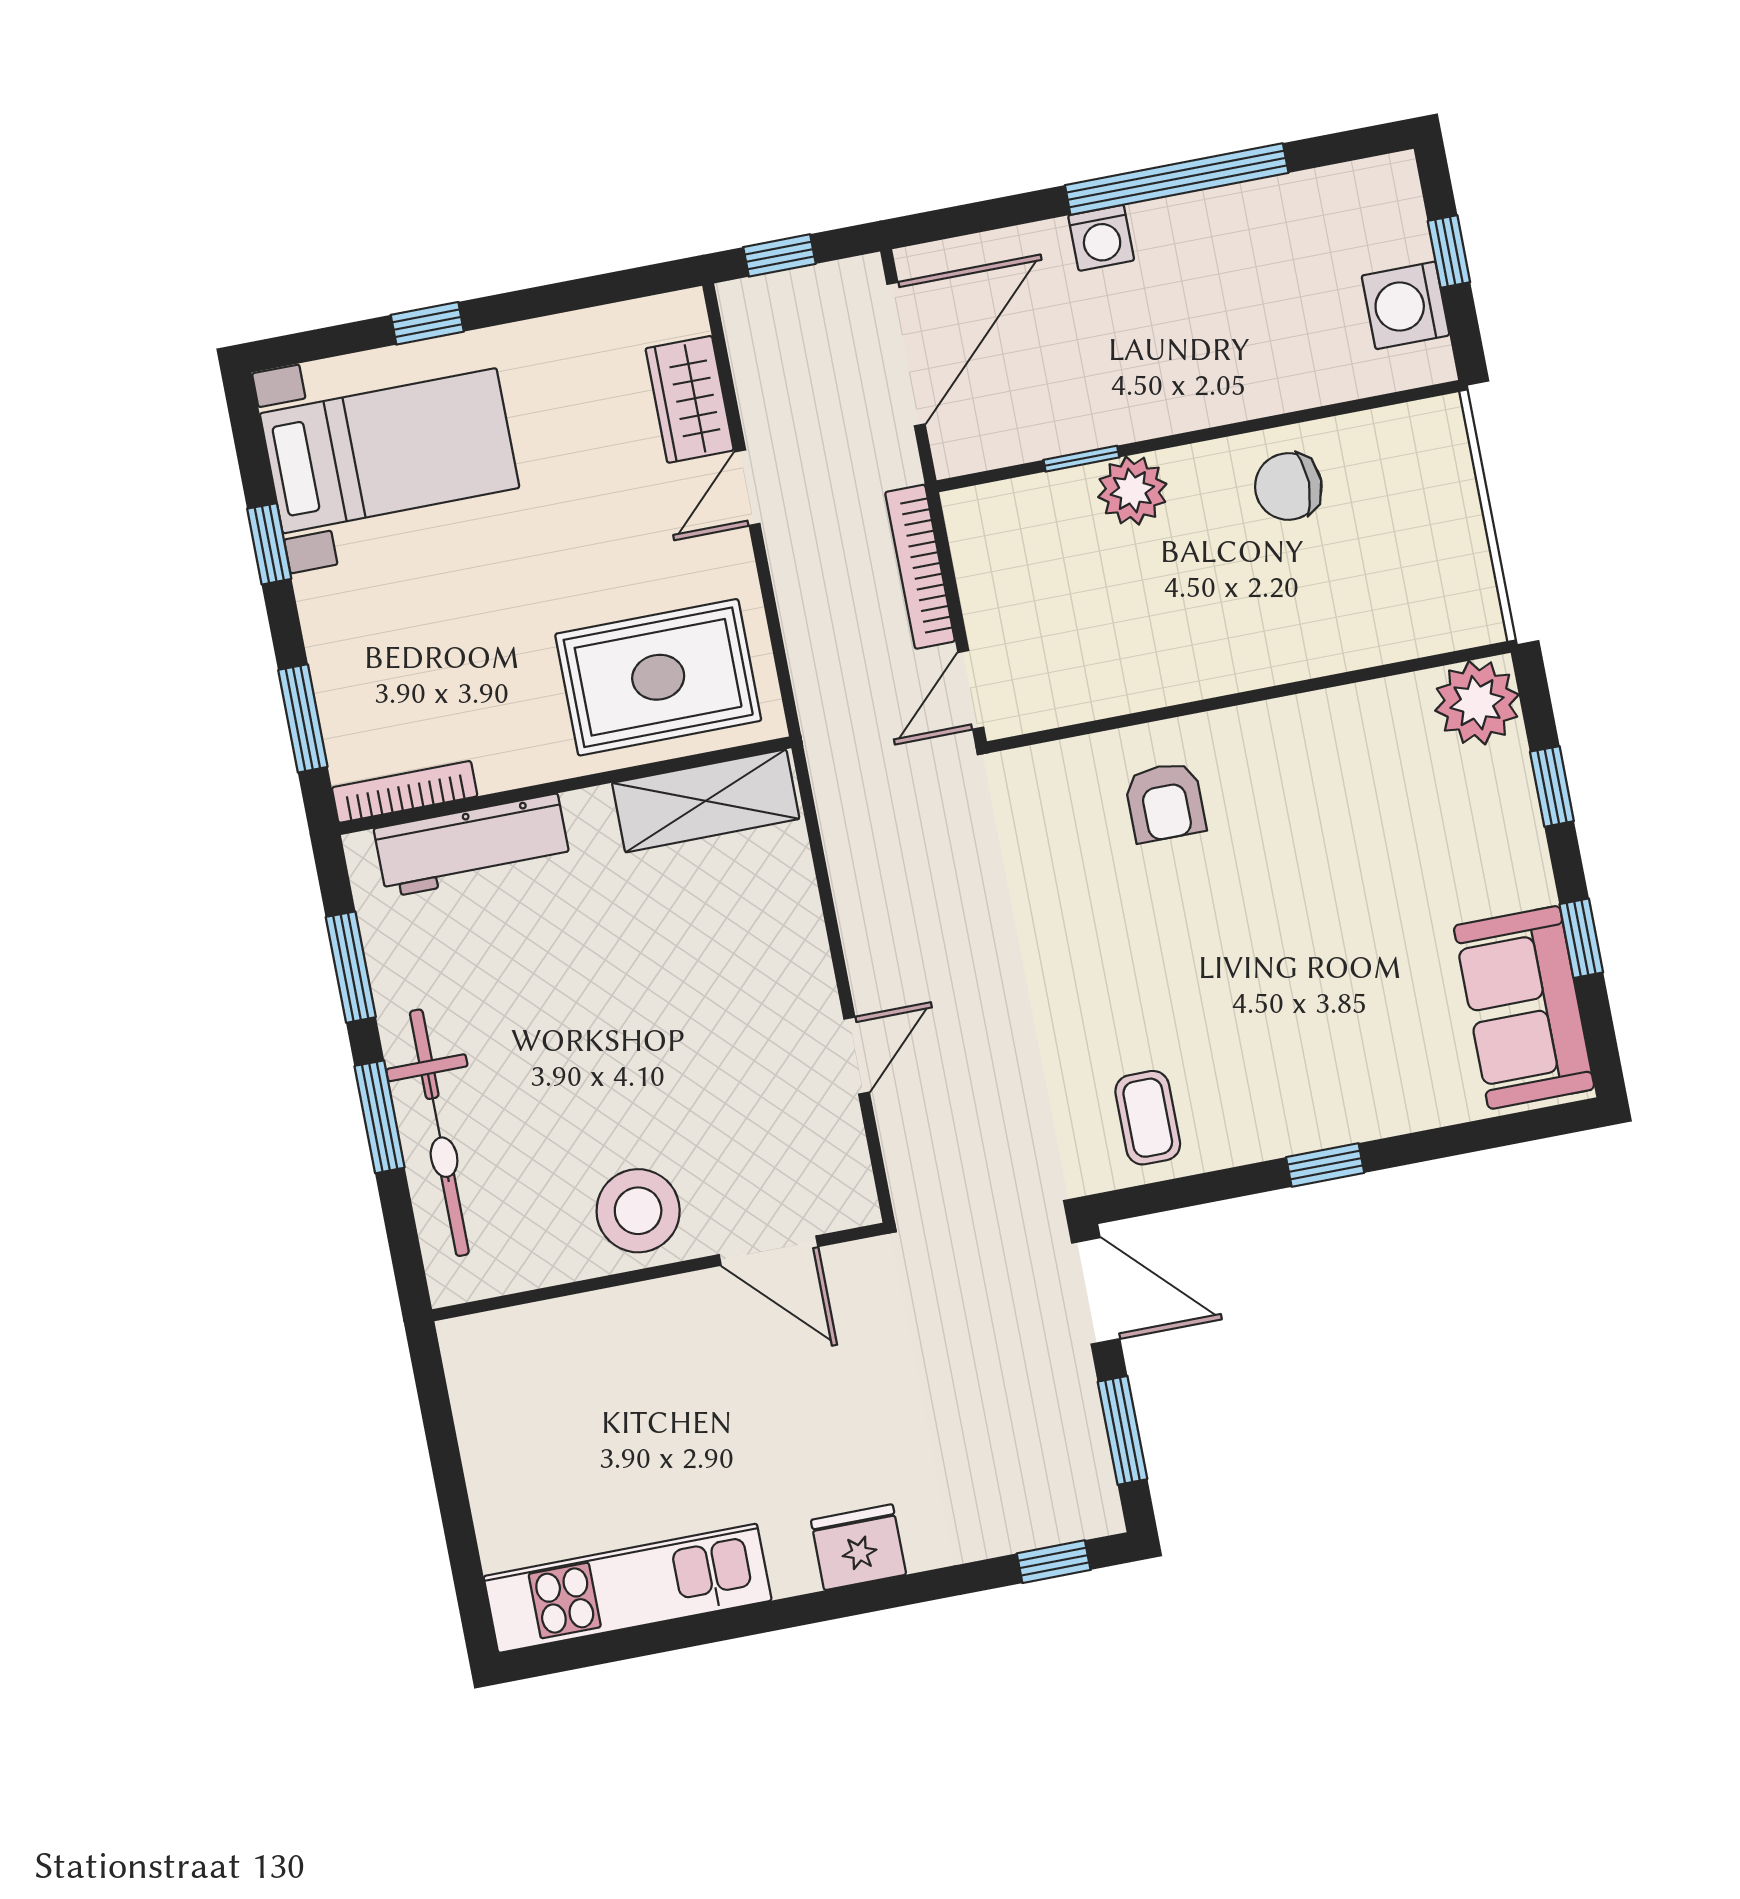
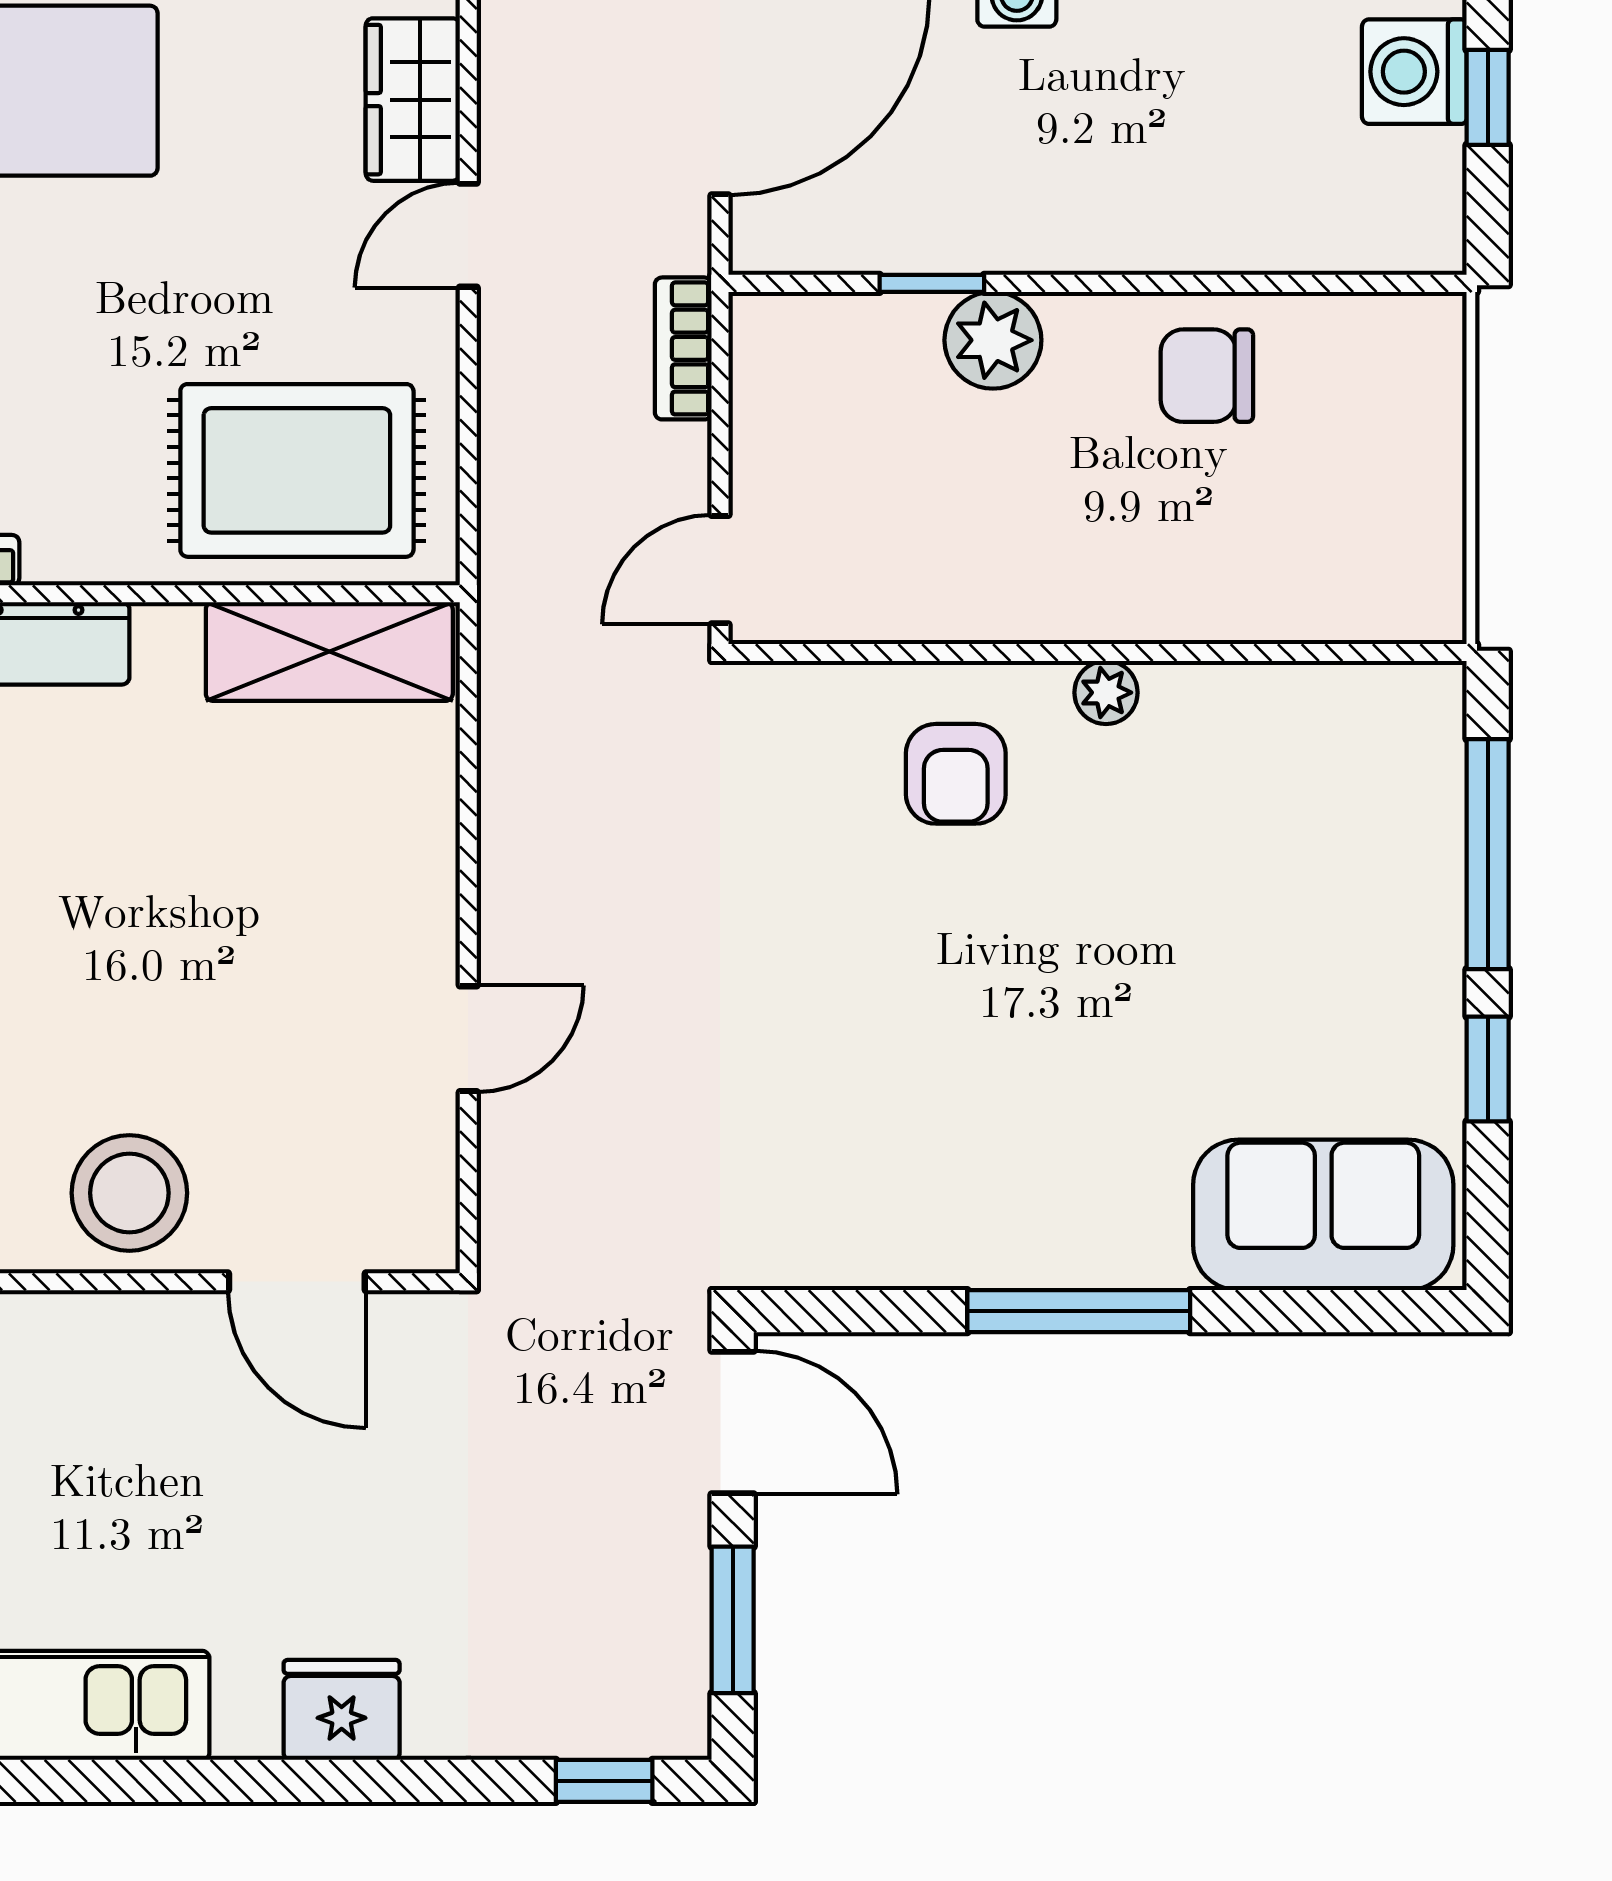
washing machine: (1406, 305) -> (1414, 72), moved
bookcase: (920, 567) -> (683, 348), width x0.64
plant: (1477, 703) -> (1106, 693), moved, width x0.53, depth x0.53
window: (1552, 786) -> (1488, 854), width x2.17
sofa: (1524, 1007) -> (1323, 1215), moved, turned 90
coffee table: (1148, 1118) -> (849, 1200), removed
window: (1325, 1165) -> (1079, 1311), width x2.17

